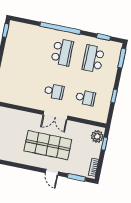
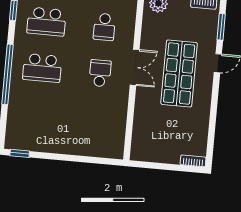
school desk: (62, 52) -> (42, 68), turned 180
school desk: (85, 98) -> (104, 27), turned 180

